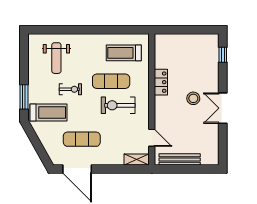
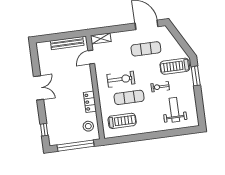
window: (186, 30) -> (76, 146), added
stool: (193, 98) -> (88, 126), moved
door: (152, 138) -> (91, 57), hinge flipped

